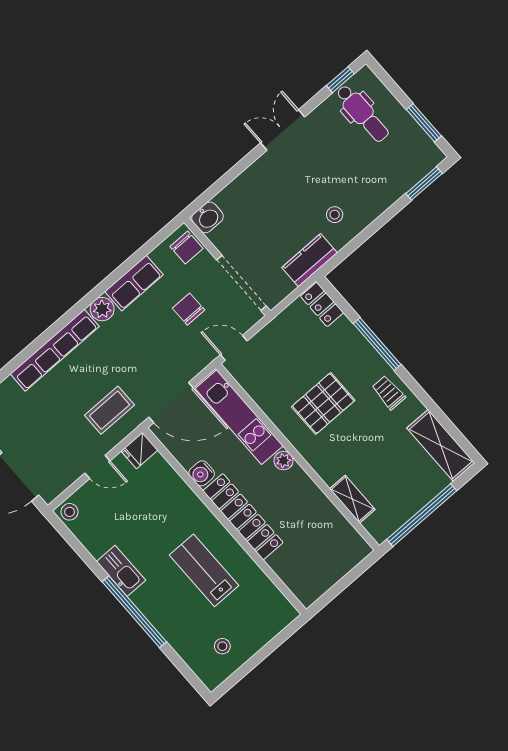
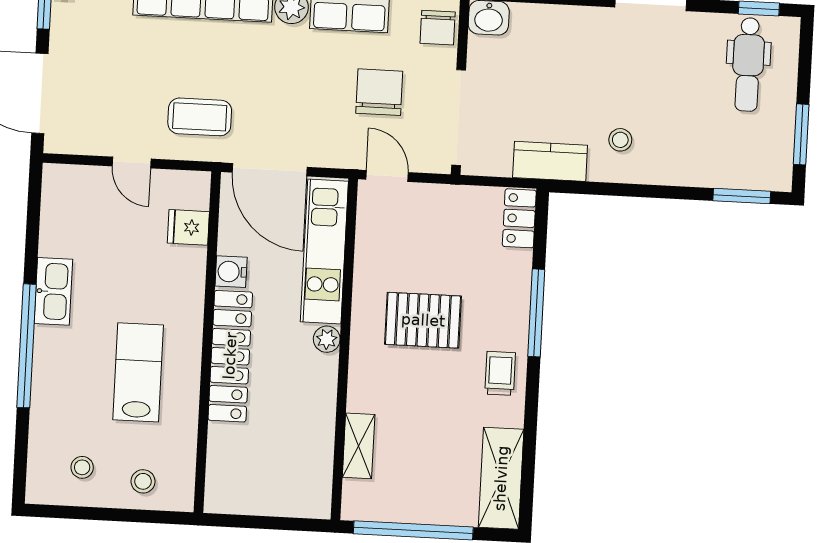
chair: (189, 309) -> (379, 92), width x1.37, depth x1.37
fridge: (139, 451) -> (188, 227), moved
stool: (70, 512) -> (143, 481), moved

